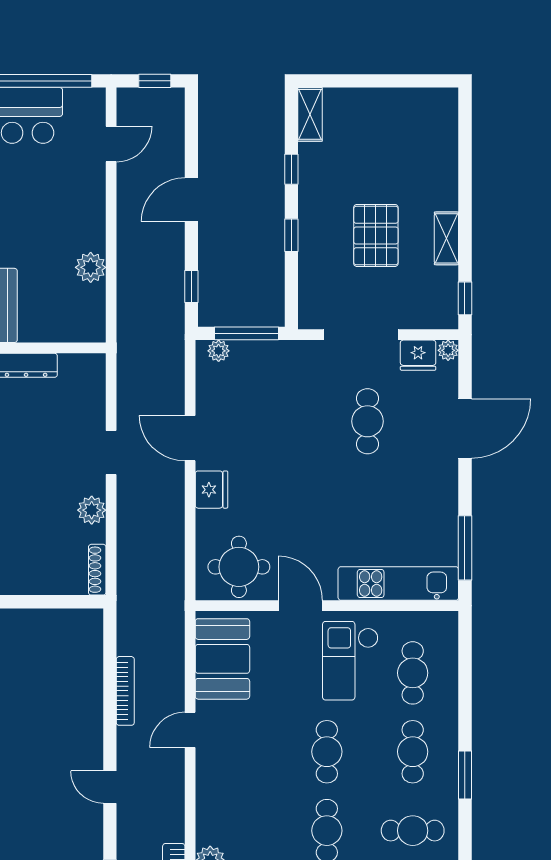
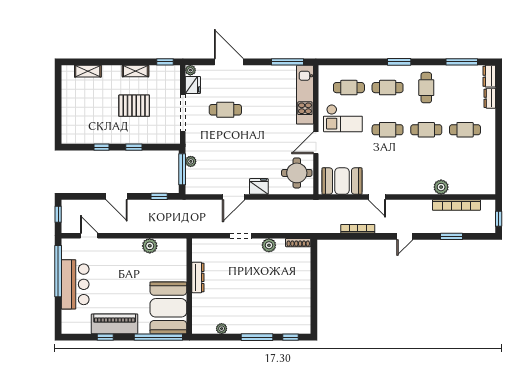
shelving: (310, 114) -> (88, 71), moved
plant: (219, 351) -> (191, 161), moved

